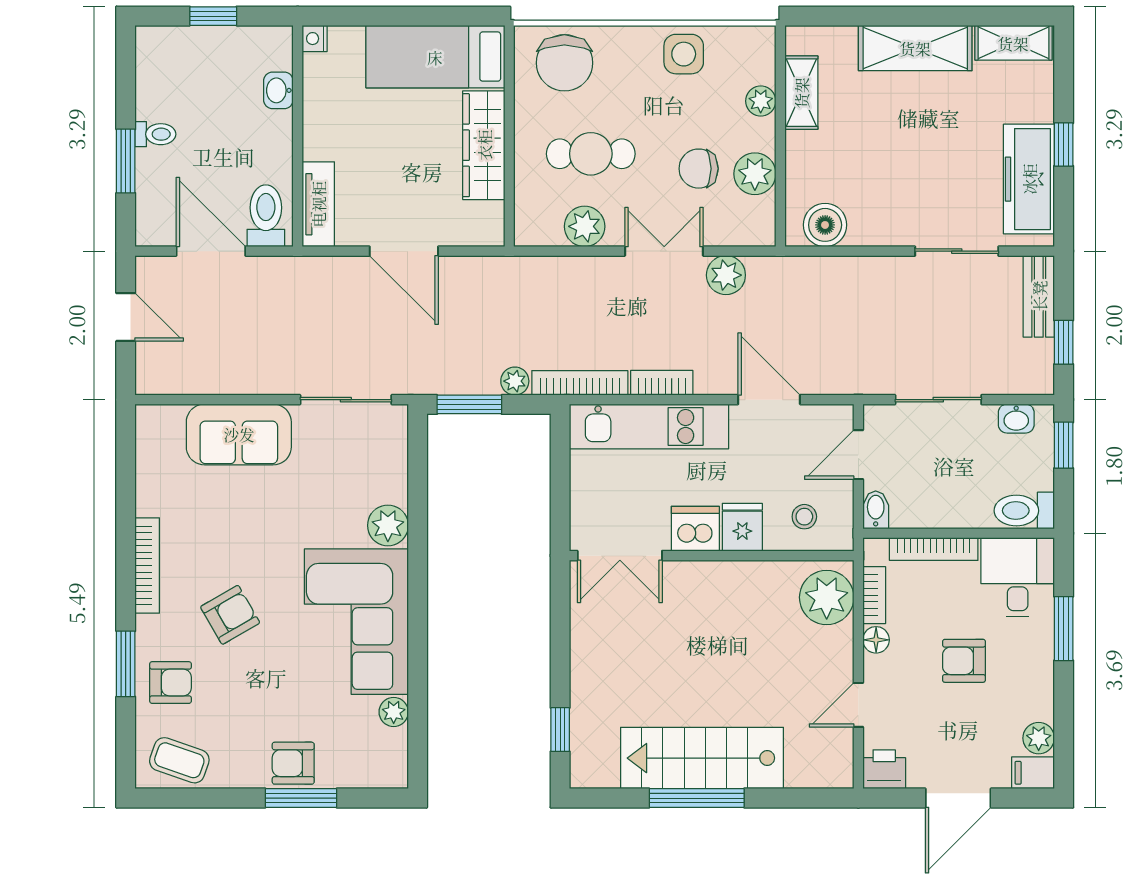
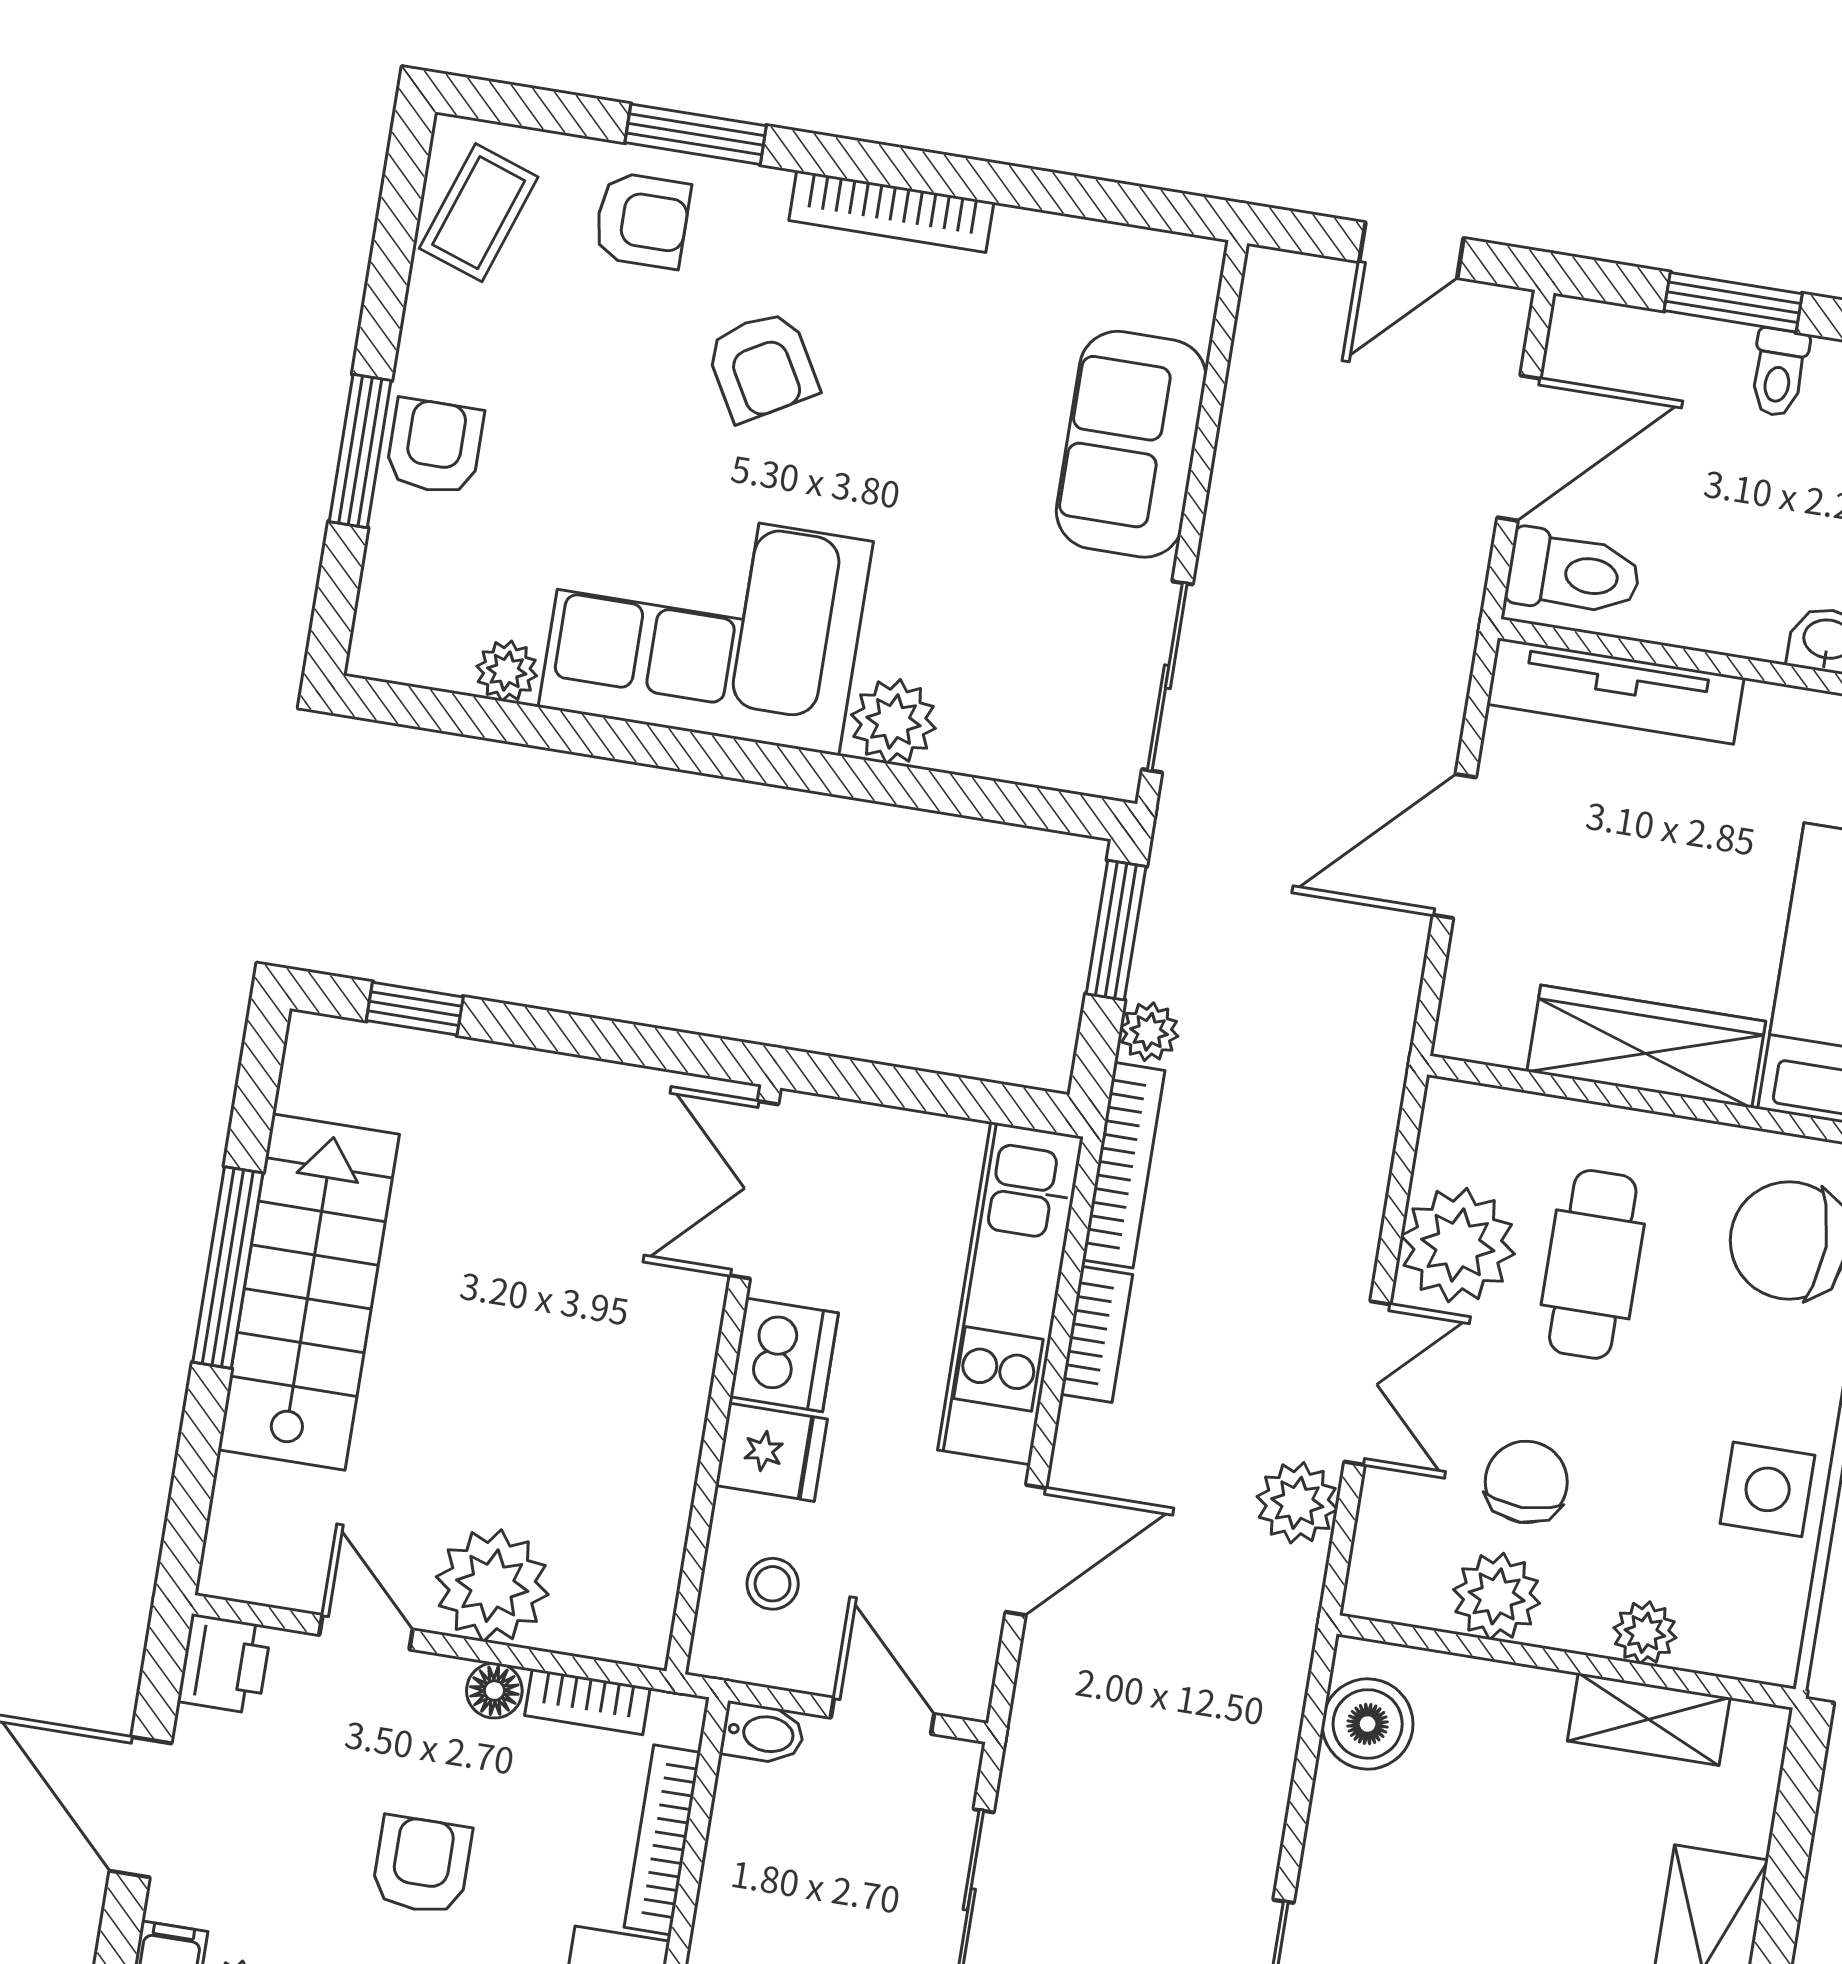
tv unit: (318, 204) -> (1615, 691), width x1.41
plant: (585, 226) -> (1458, 1245), width x1.36, depth x1.36
plant: (827, 597) -> (492, 1586), moved
armchair: (171, 683) -> (642, 220), turned -90

